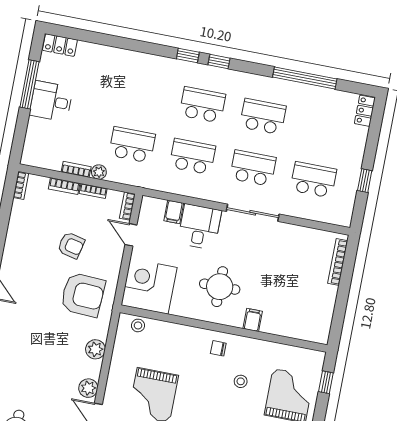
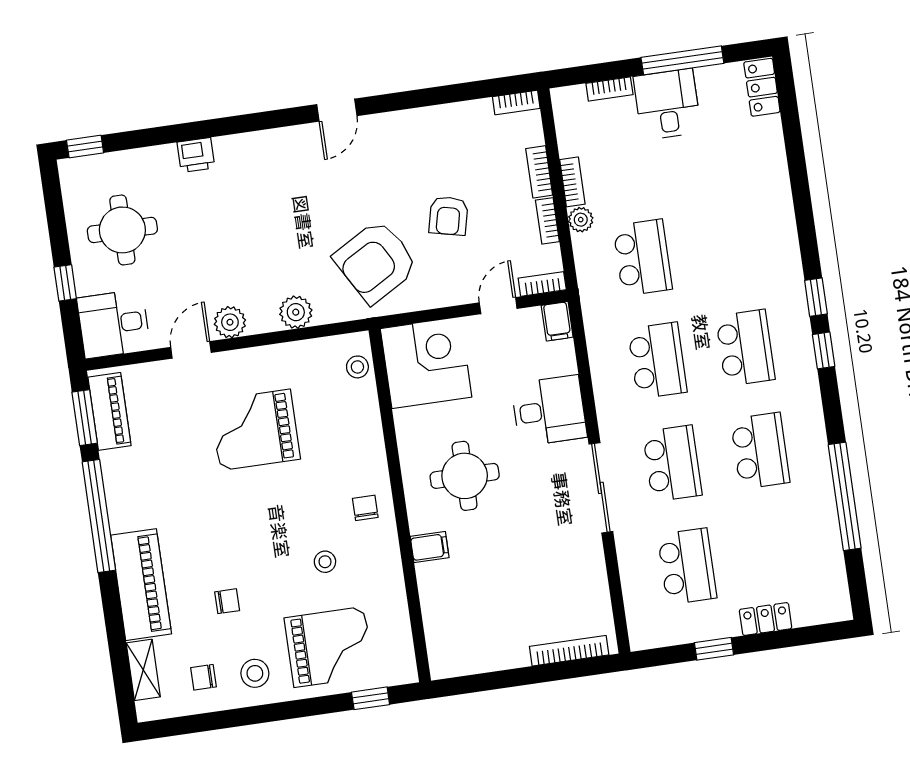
locker: (365, 111) -> (766, 619), moved
bookcase: (31, 131) -> (609, 89), added
filing cabinet: (174, 212) -> (557, 321), moved, turned -90
armchair: (83, 295) -> (376, 262), turned 57

